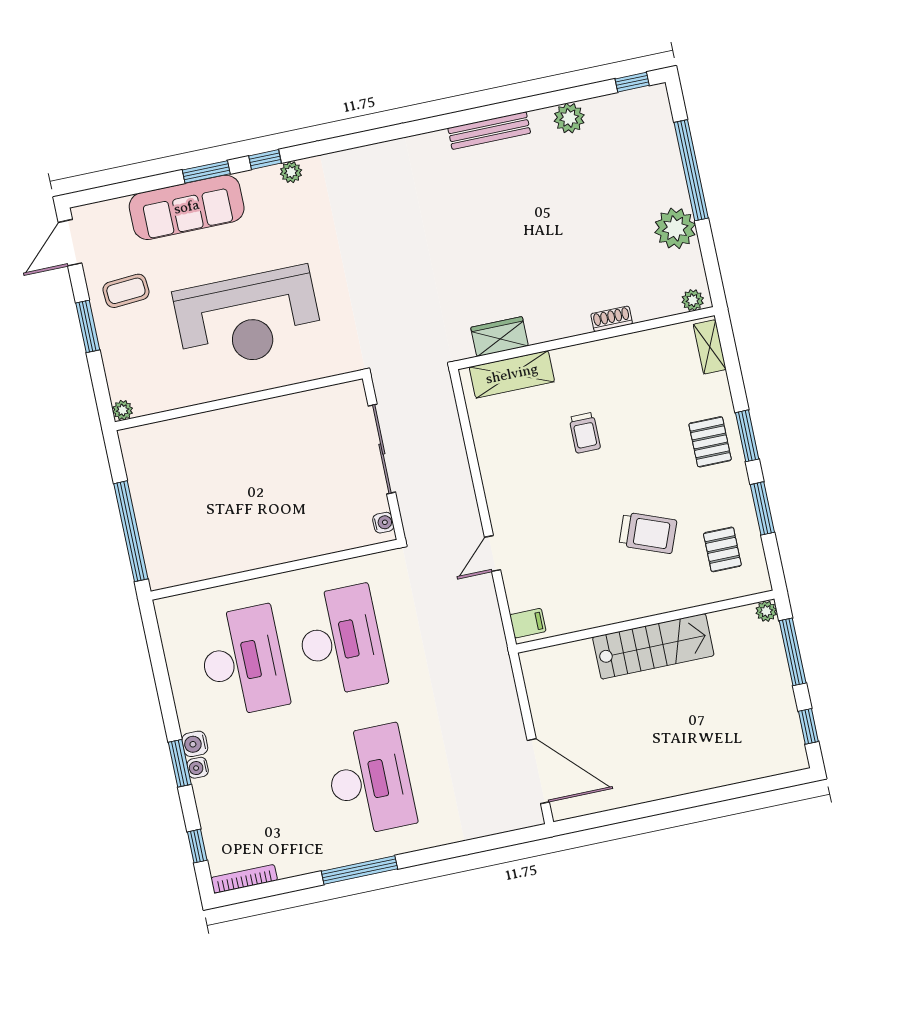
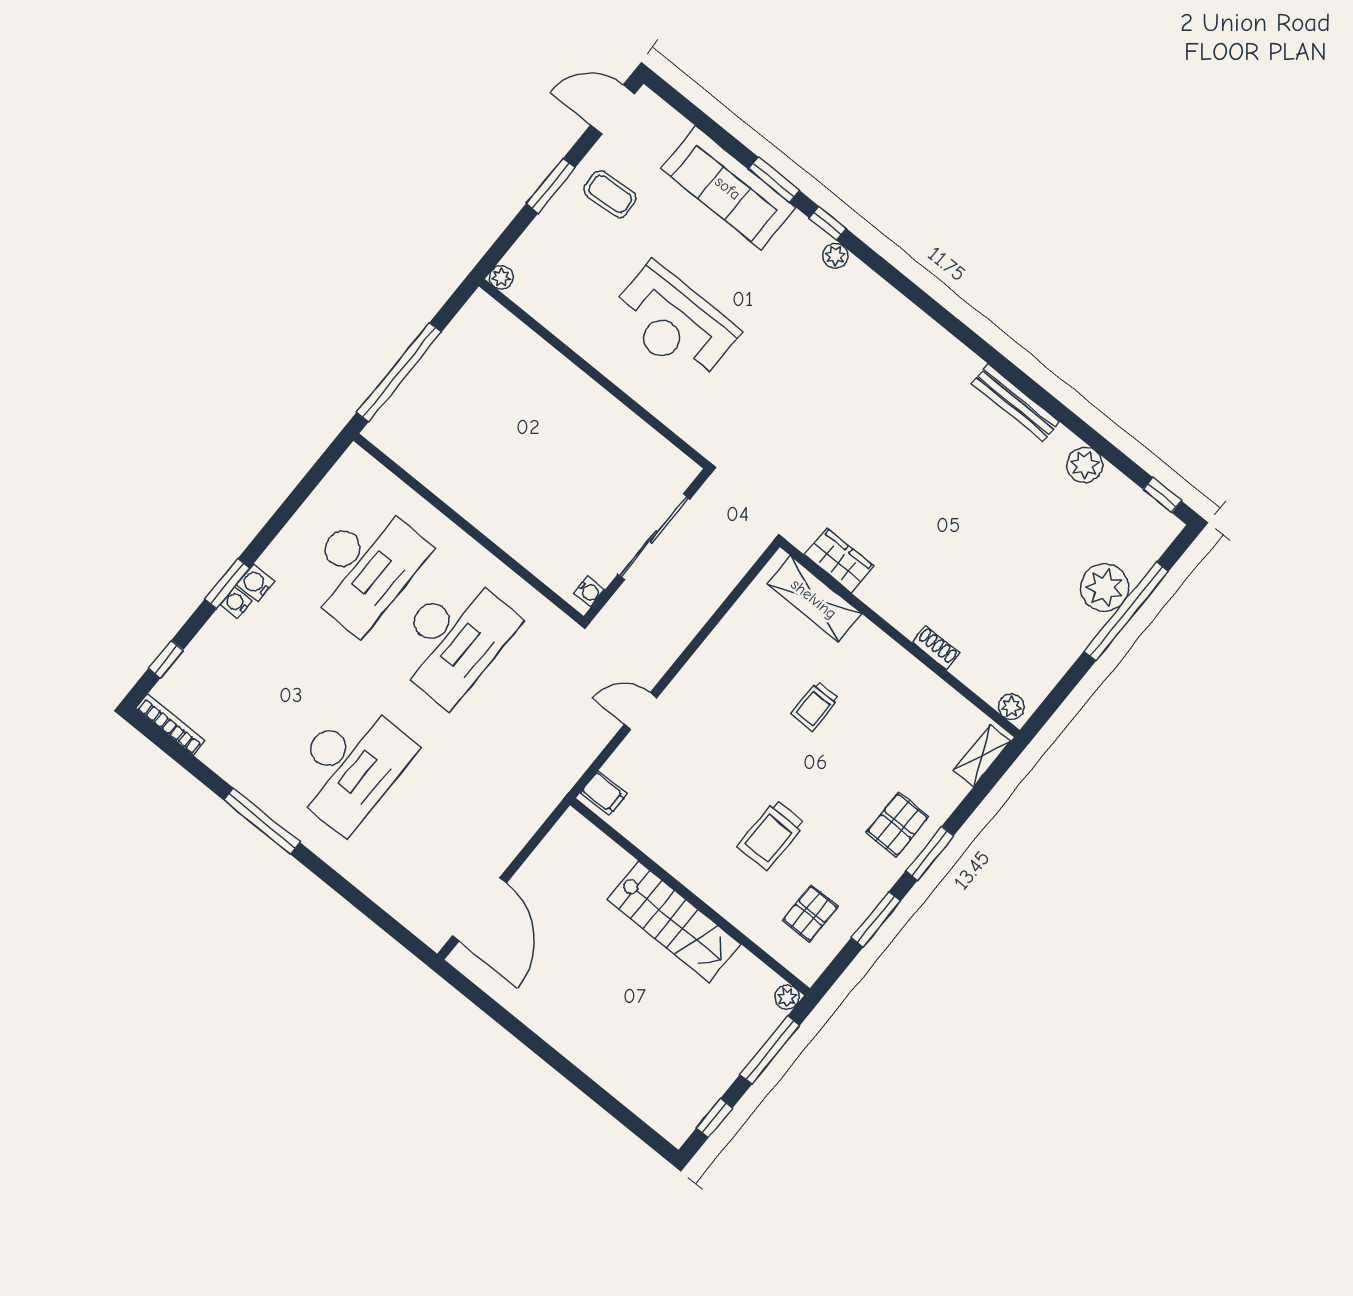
plant: (675, 228) -> (1105, 588), moved
reception desk: (248, 318) -> (674, 323), width x0.74, depth x0.77
trolley: (648, 533) -> (771, 835), turned 69

